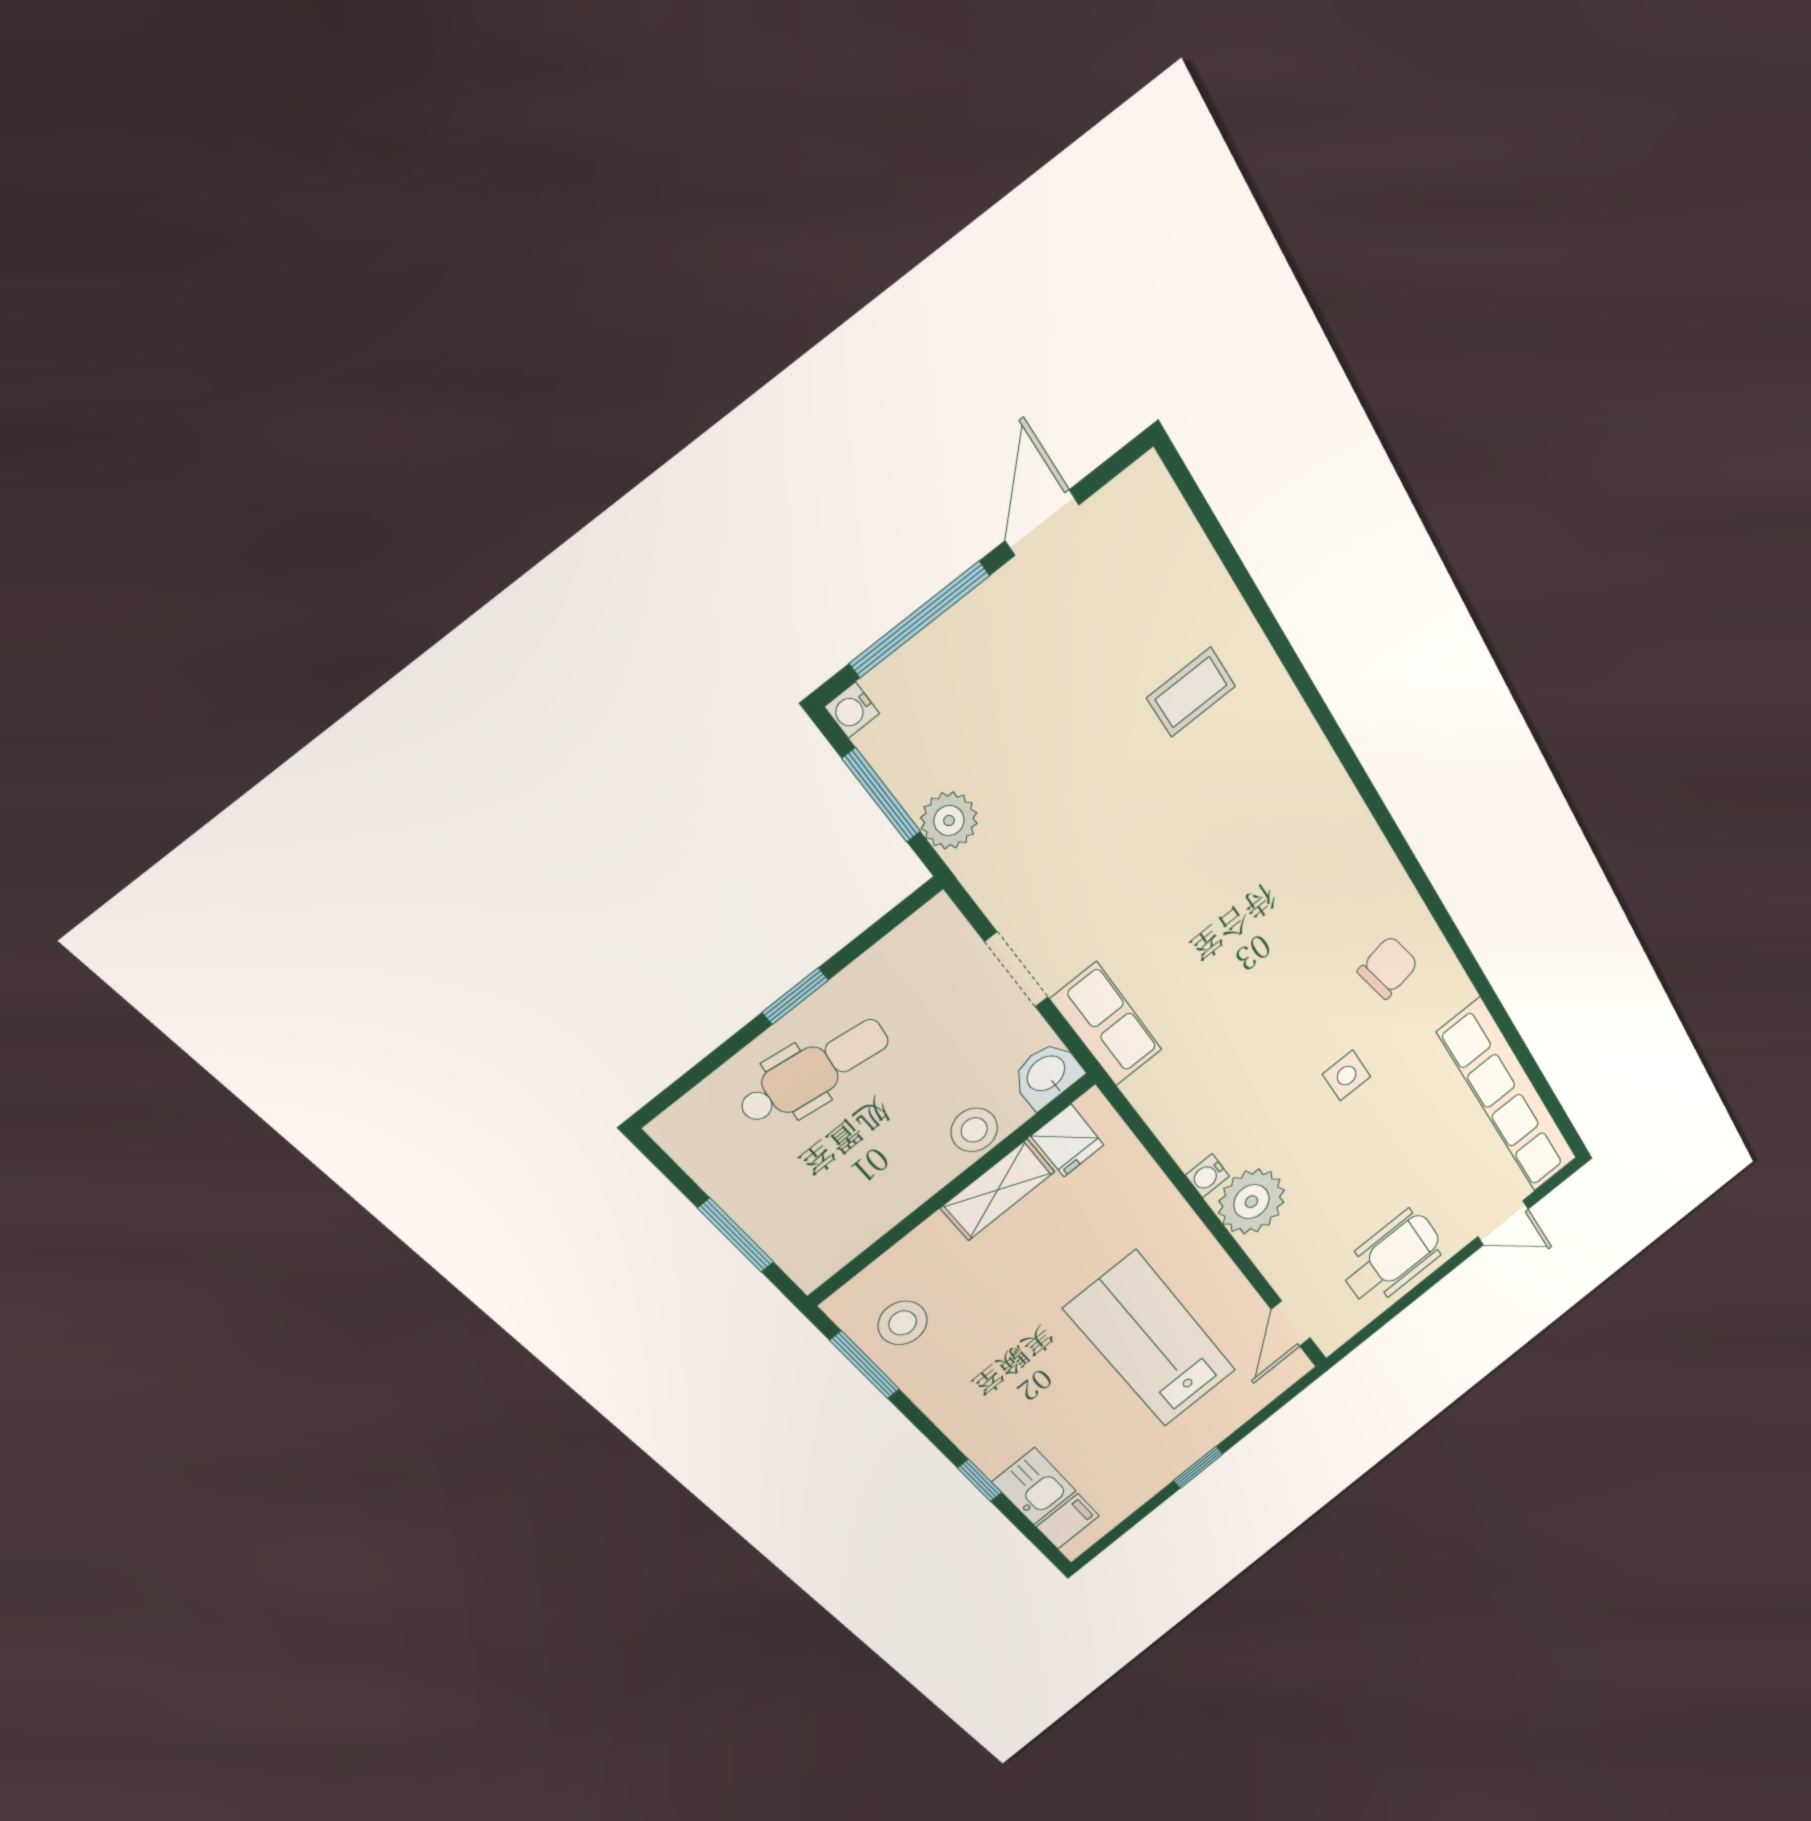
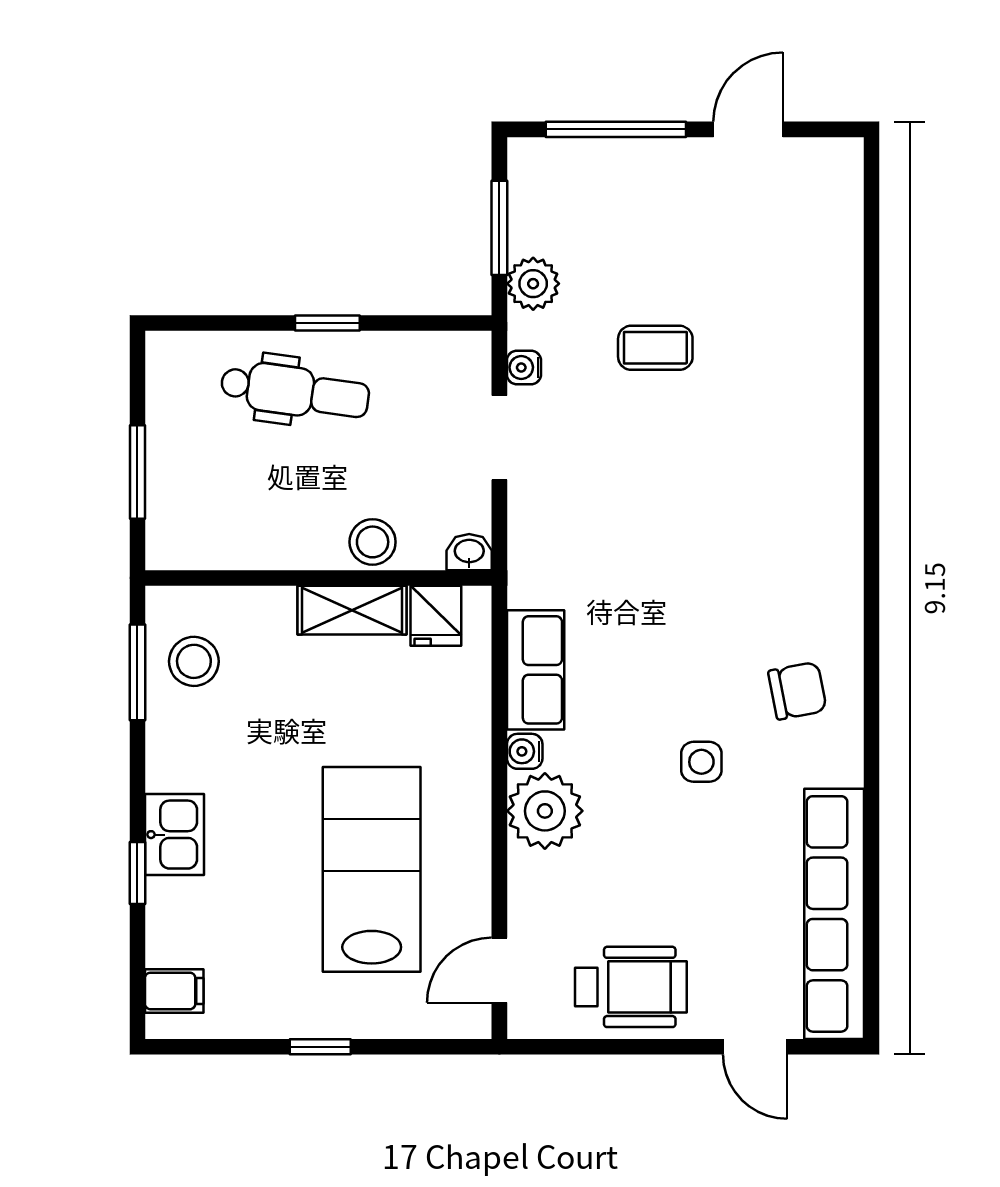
coffee table: (1191, 692) -> (655, 348), moved
water cooler: (852, 710) -> (524, 367), moved
row of seats: (1106, 1024) -> (536, 670), moved
washbasin: (1047, 1074) -> (469, 552), width x0.72, depth x0.69
kitchen sink: (1034, 1486) -> (175, 835), moved

